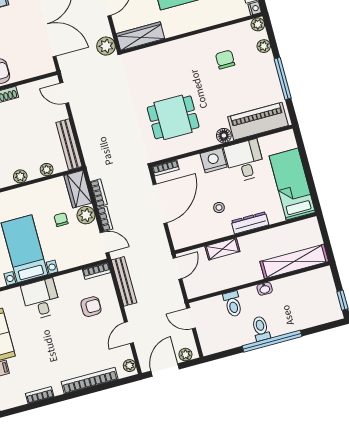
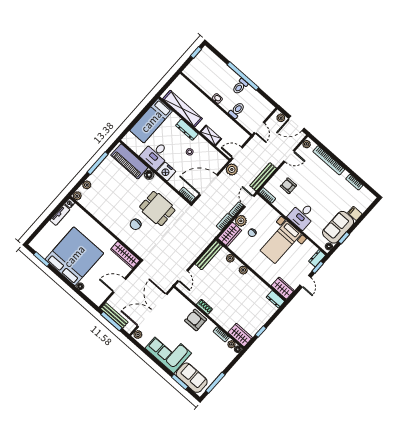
plant: (106, 46) -> (232, 169), moved
chair: (225, 60) -> (136, 224), moved
shelving: (294, 261) -> (183, 109), moved

